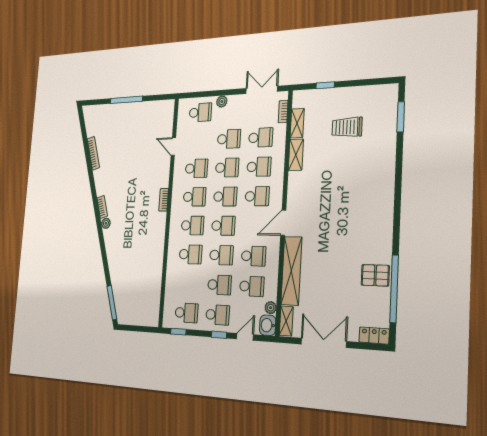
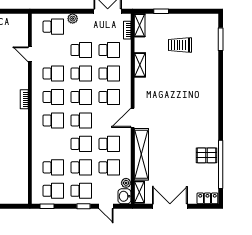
shelving: (297, 123) -> (140, 25), moved
school desk: (190, 254) -> (53, 167), moved
door: (245, 337) -> (106, 206), swing flipped

